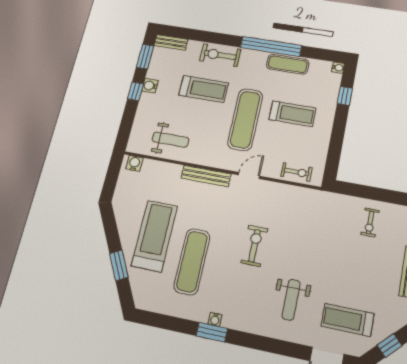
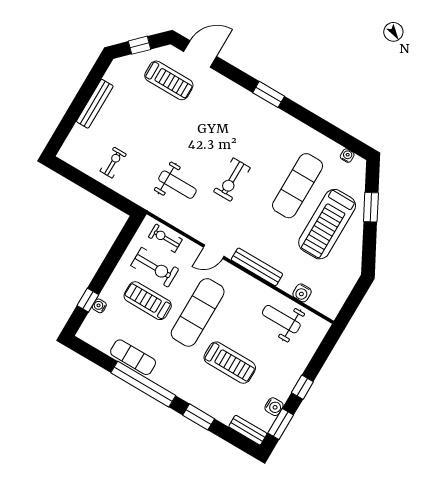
window: (215, 38) -> (199, 417), added
exercise bike: (220, 55) -> (155, 267), moved
water cooler: (338, 68) -> (99, 306), moved
water cooler: (150, 86) -> (274, 407), moved
treadmill: (204, 89) -> (230, 363), turned 180
water cooler: (134, 163) -> (302, 293), moved
weight bench: (291, 300) -> (177, 185), moved, turned 90
water cooler: (215, 319) -> (347, 156), moved
window: (212, 332) -> (269, 94), moved

